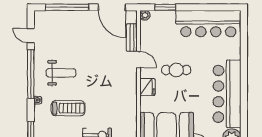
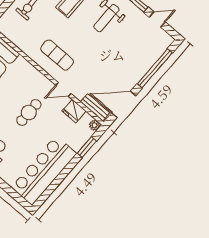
bench: (132, 38) -> (95, 107), moved
exercise mat: (118, 85) -> (57, 55), added
fridge: (147, 87) -> (74, 111), moved

